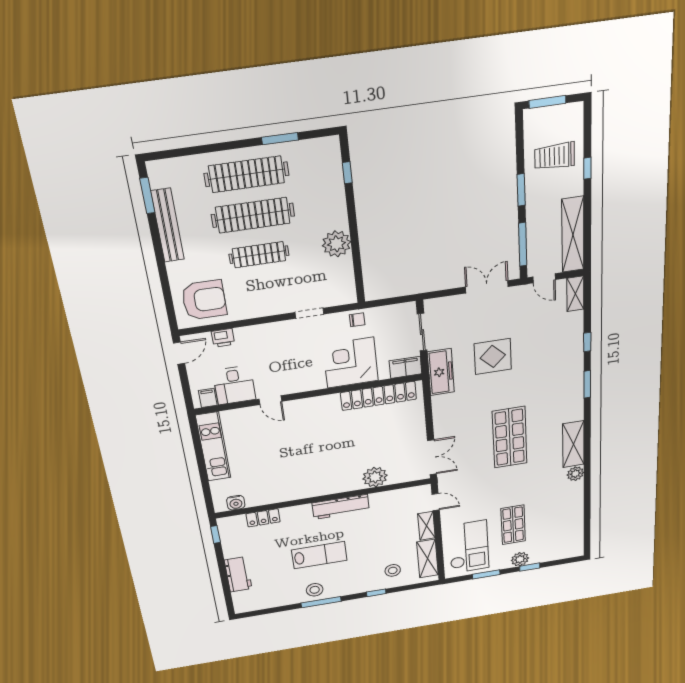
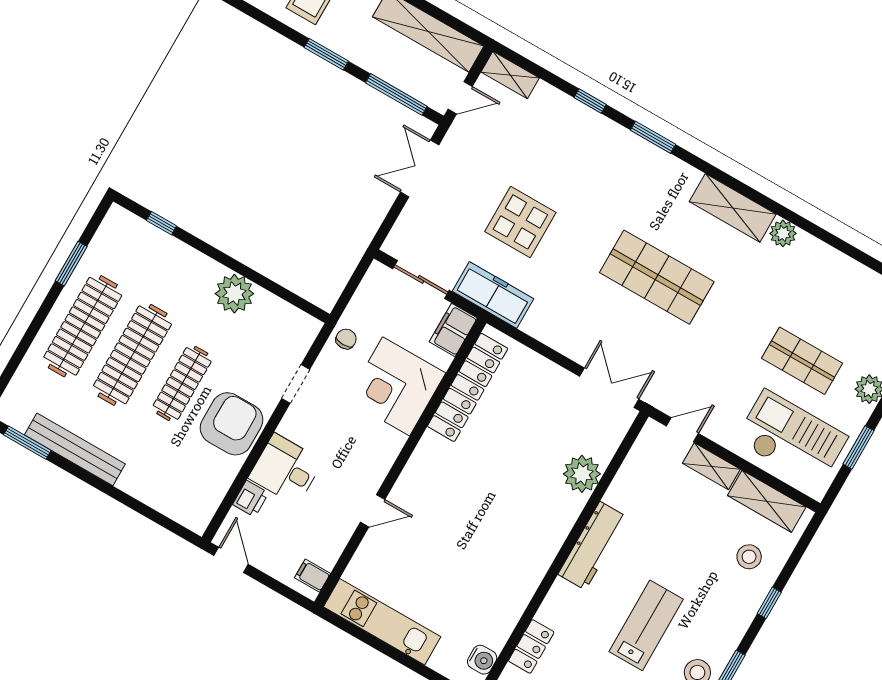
armchair: (204, 300) -> (232, 424), moved
desk: (234, 385) -> (286, 469), moved, turned 180

